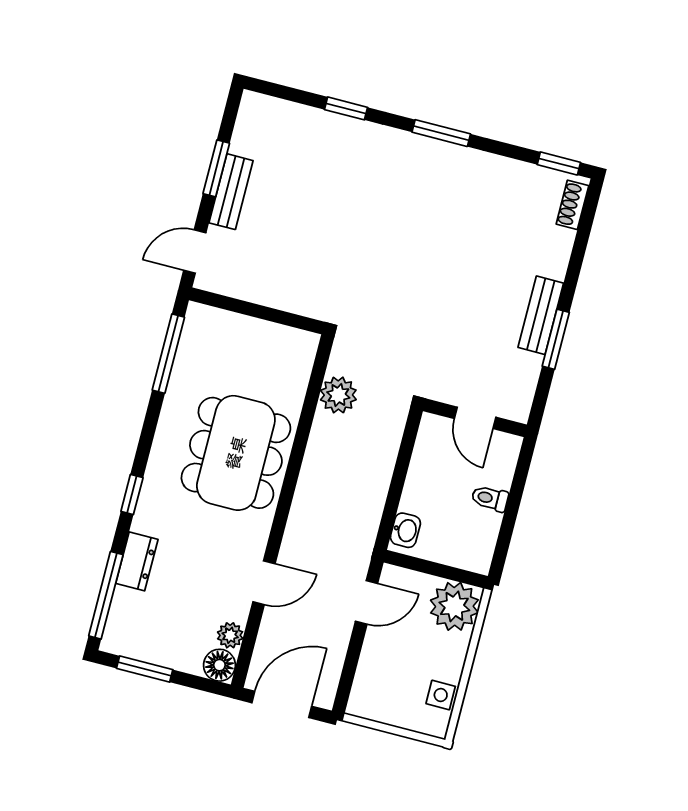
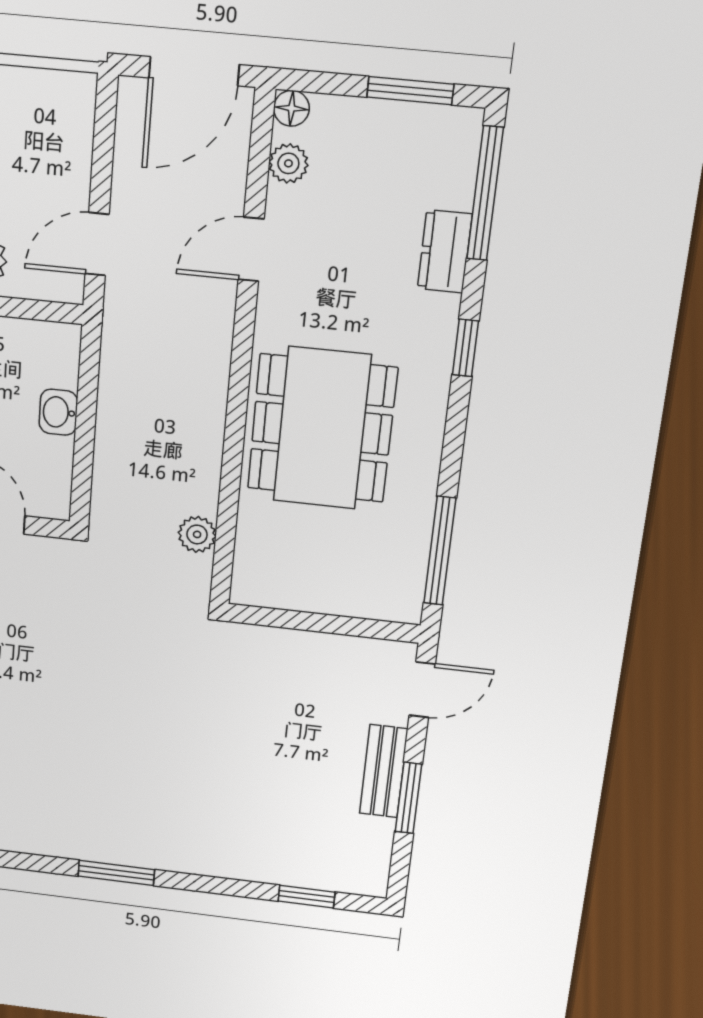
window: (346, 108) -> (307, 897), moved
plant: (338, 395) -> (197, 534), width x0.73, depth x0.73
washbasin: (405, 530) -> (58, 412), moved
floor lamp: (219, 665) -> (291, 108), width x0.73, depth x0.73

